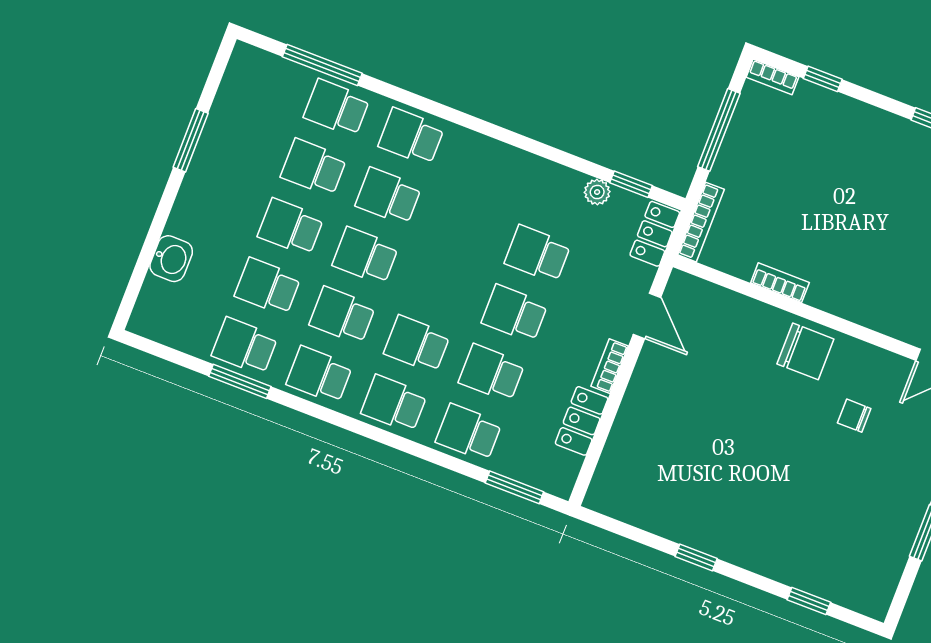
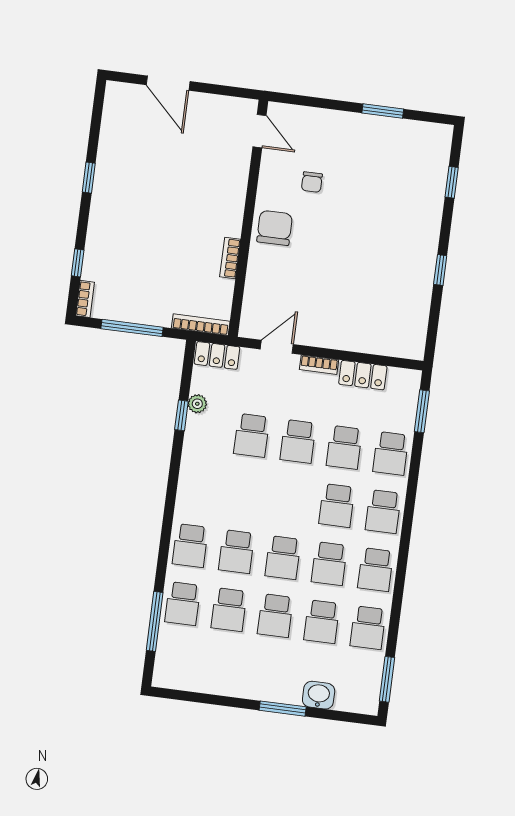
window: (191, 140) -> (283, 709), moved
window: (631, 184) -> (181, 415), moved
window: (240, 381) -> (387, 679), moved

